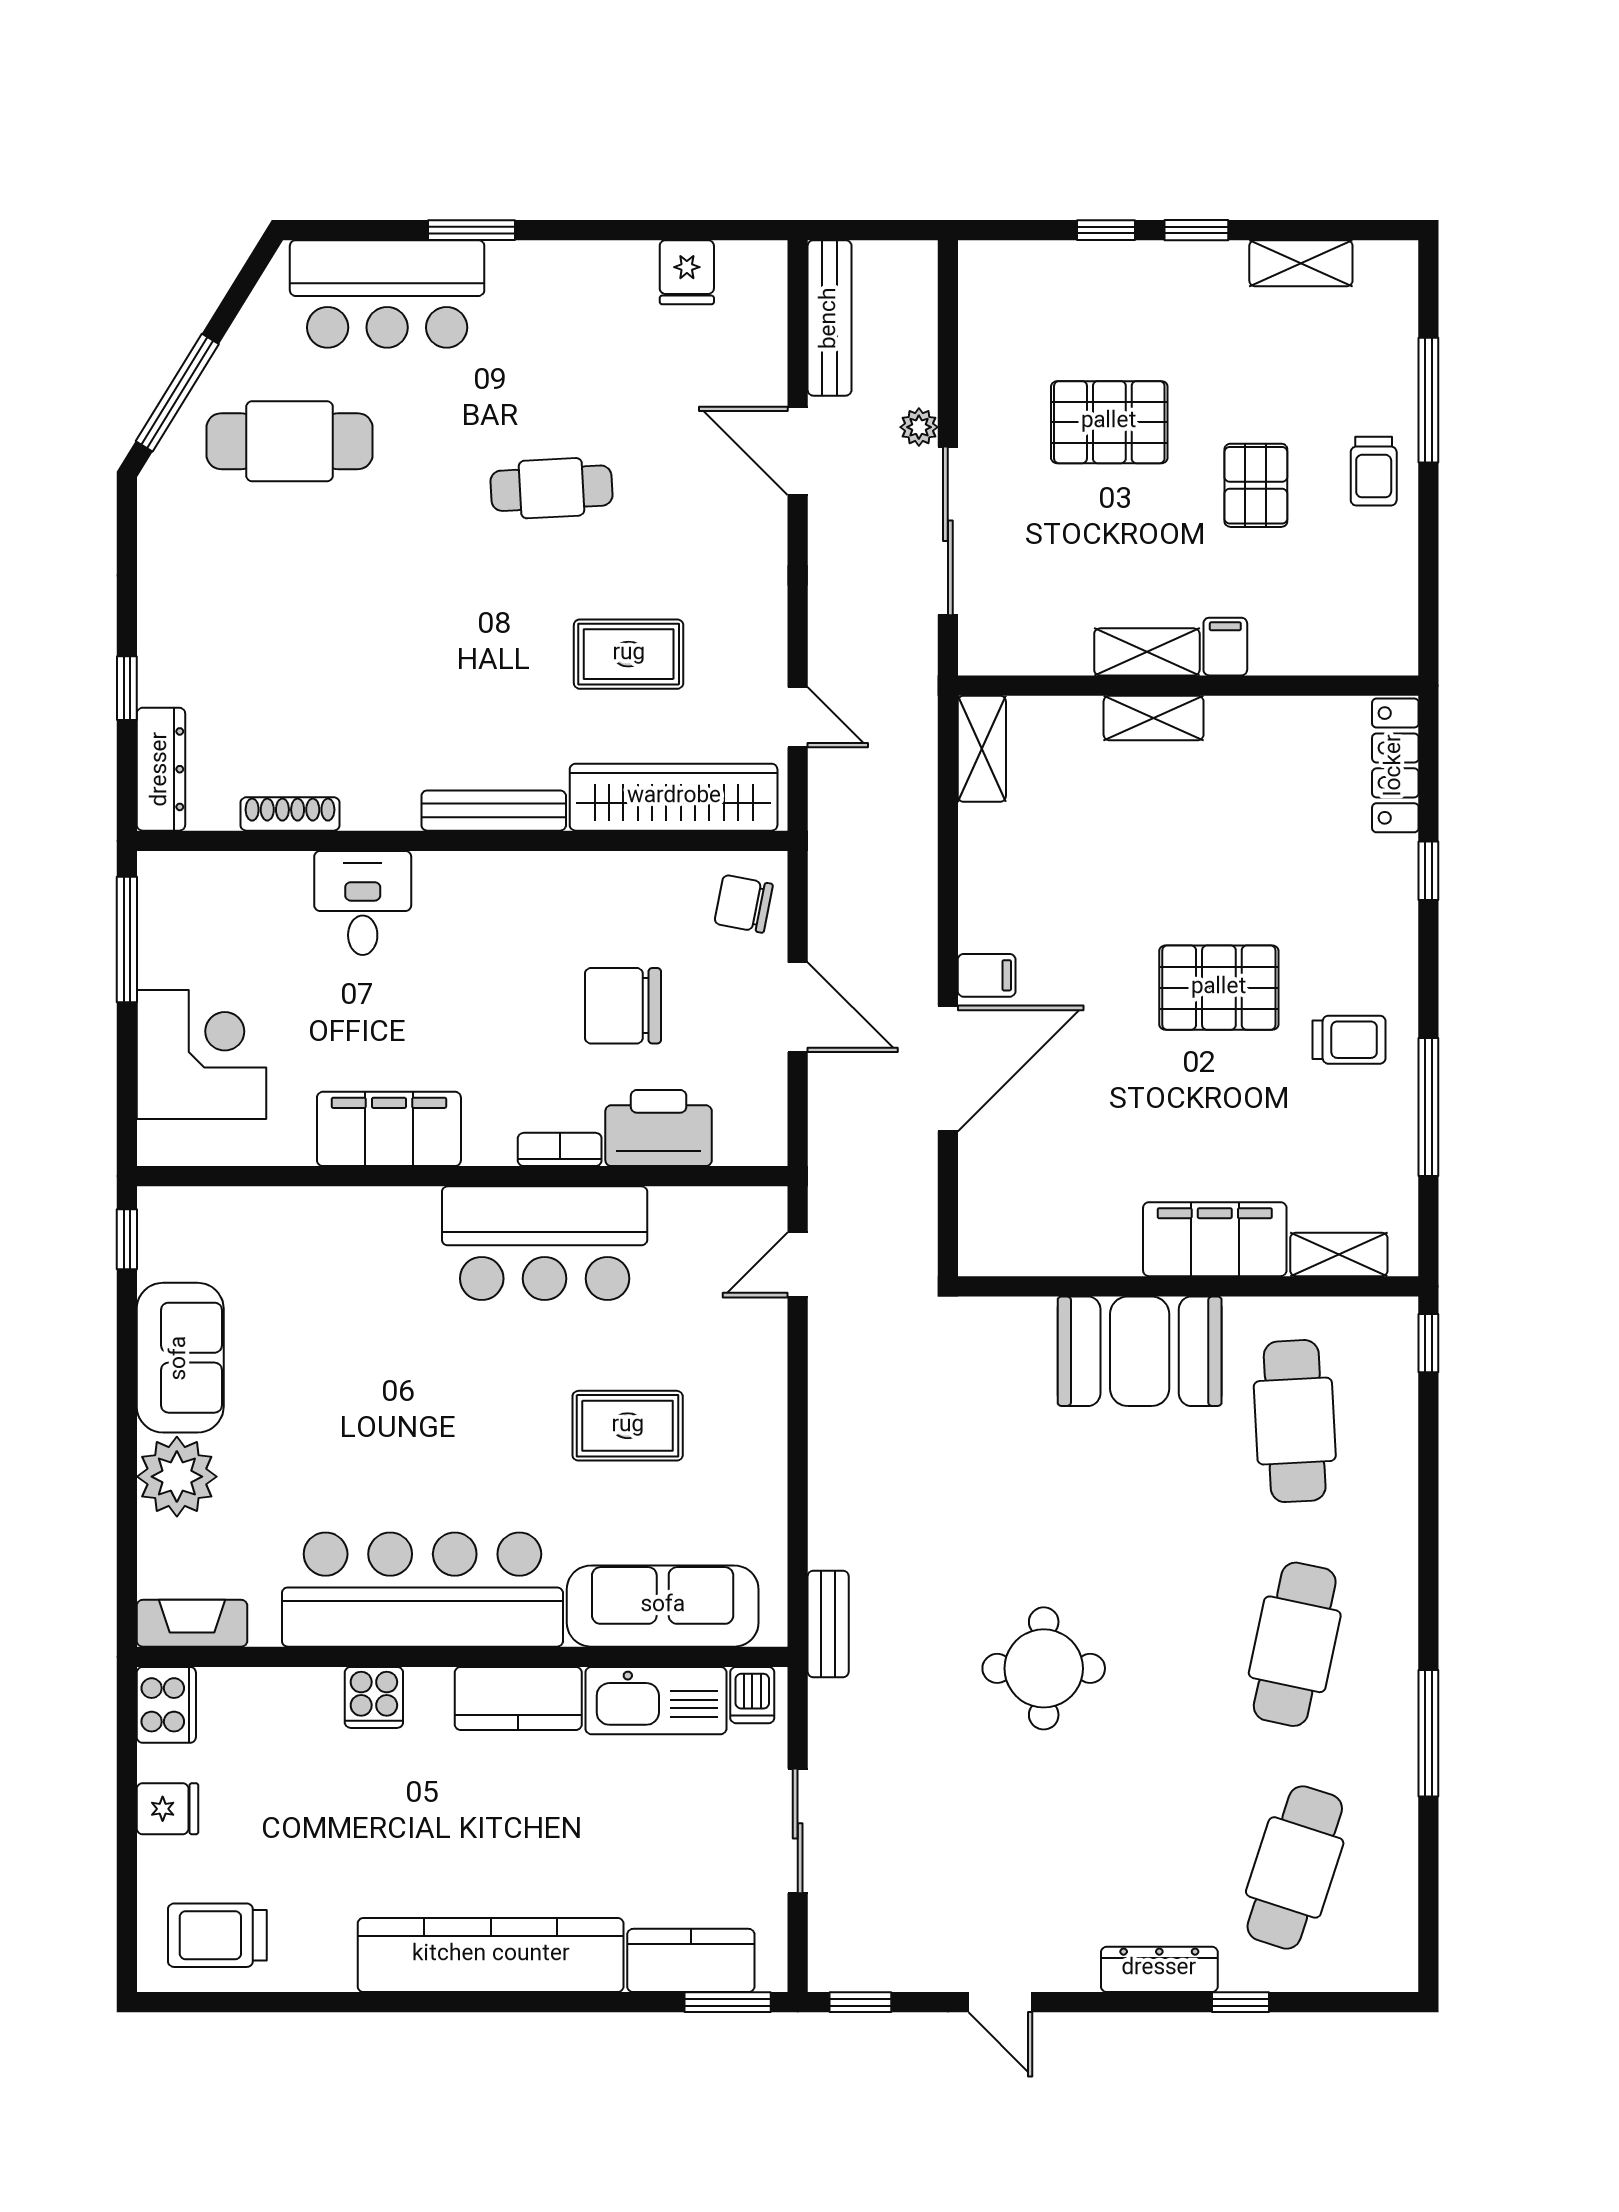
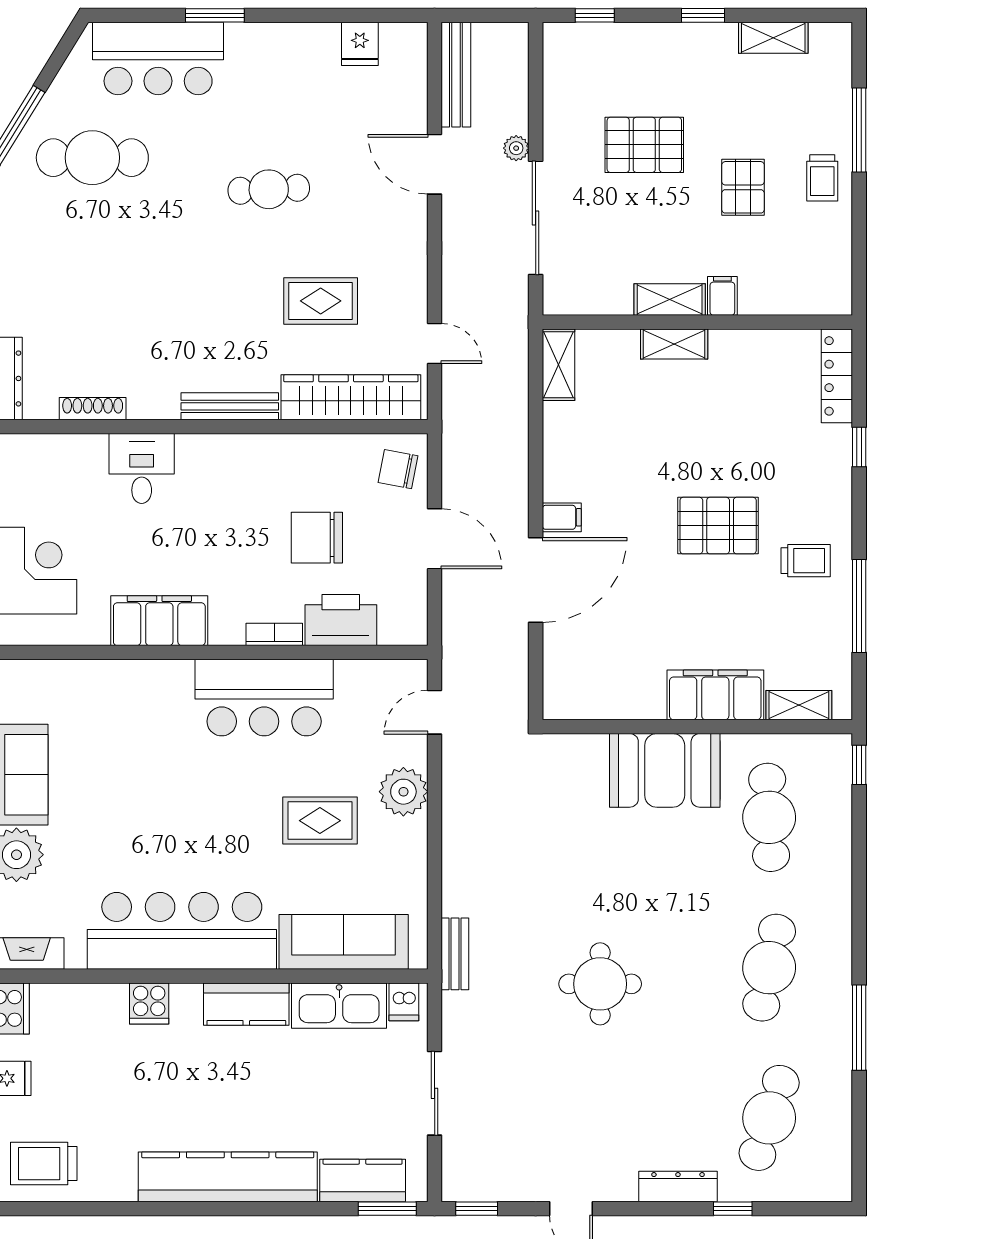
window: (1106, 230) -> (595, 15), moved
plant: (752, 1383) -> (403, 792), added

